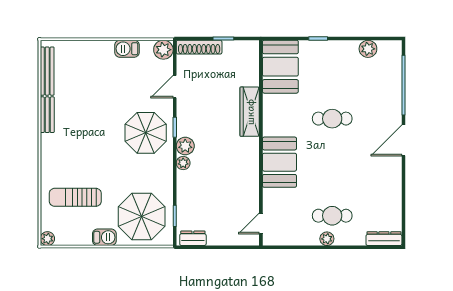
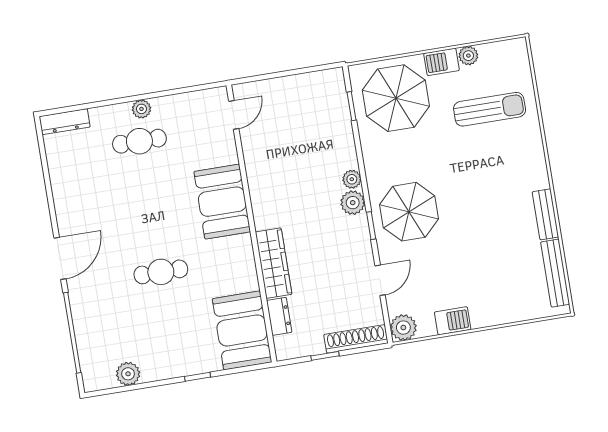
dresser: (193, 238) -> (279, 316), moved, turned -90
plant: (47, 239) -> (468, 56), moved

